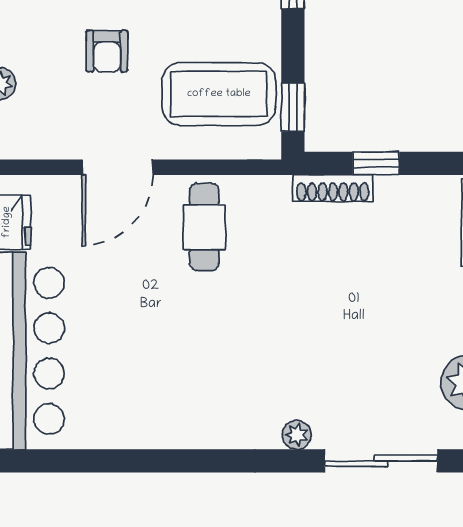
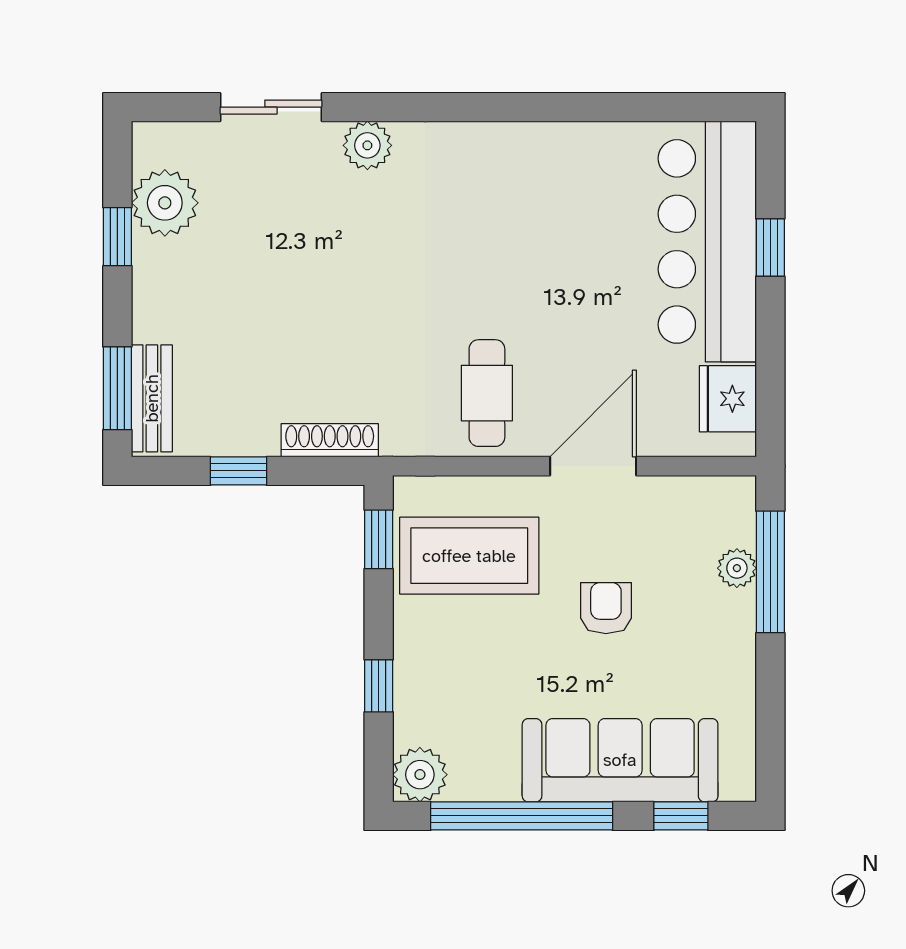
window: (376, 163) -> (238, 471), moved
plant: (297, 435) -> (367, 145), width x1.38, depth x1.38
sliding door: (381, 461) -> (271, 107), width x0.73

